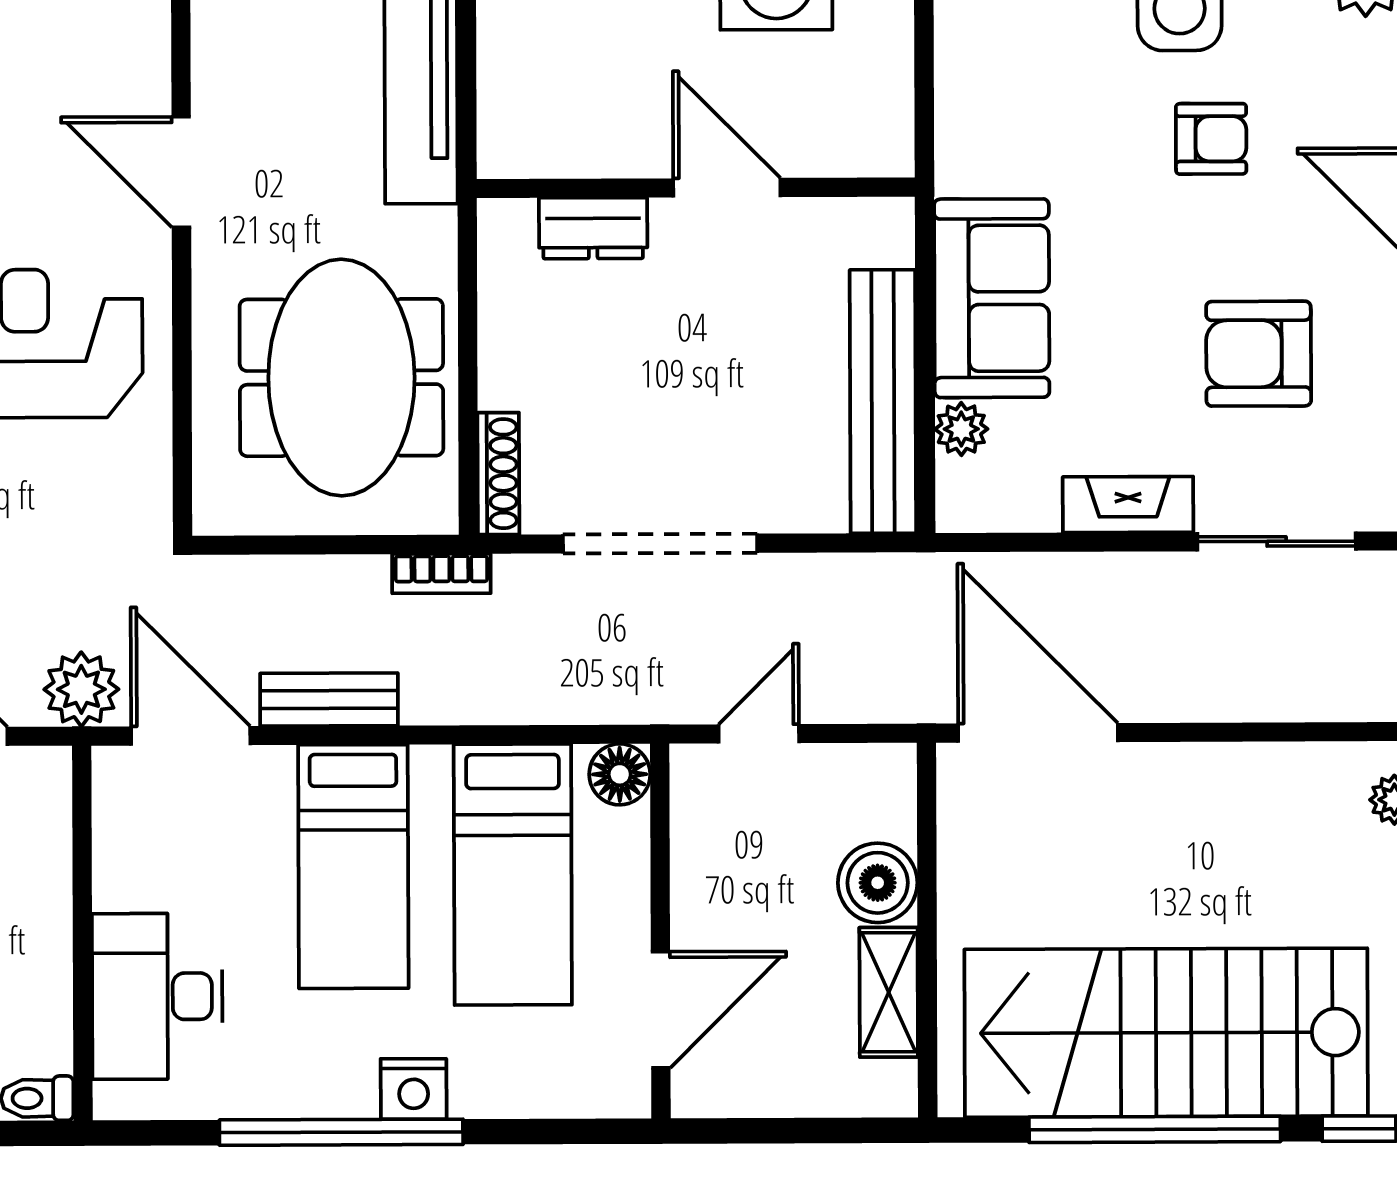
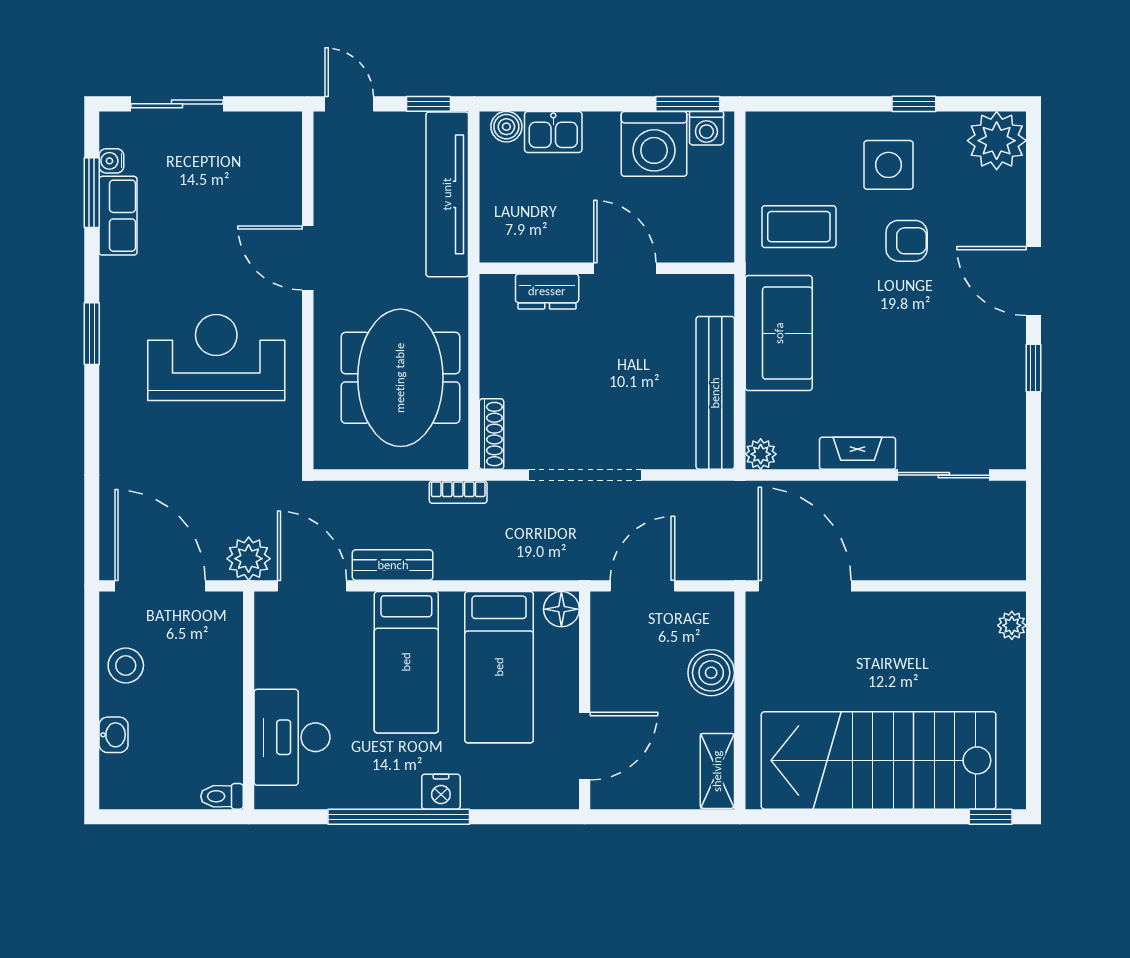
coffee table: (1026, 115) -> (799, 227), added
armchair: (1259, 354) -> (934, 366), removed
plant: (961, 429) -> (761, 454), moved
door: (759, 734) -> (642, 586), width x1.38
shelving: (889, 992) -> (717, 771), moved
window: (1155, 1129) -> (872, 817), removed

